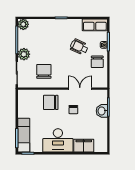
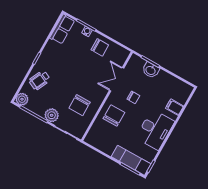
wheelchair: (79, 47) -> (40, 80), moved
chair: (44, 71) -> (80, 105), turned -90
chair: (51, 102) -> (114, 116), turned 180
filing cabinet: (84, 146) -> (175, 107), width x0.50

